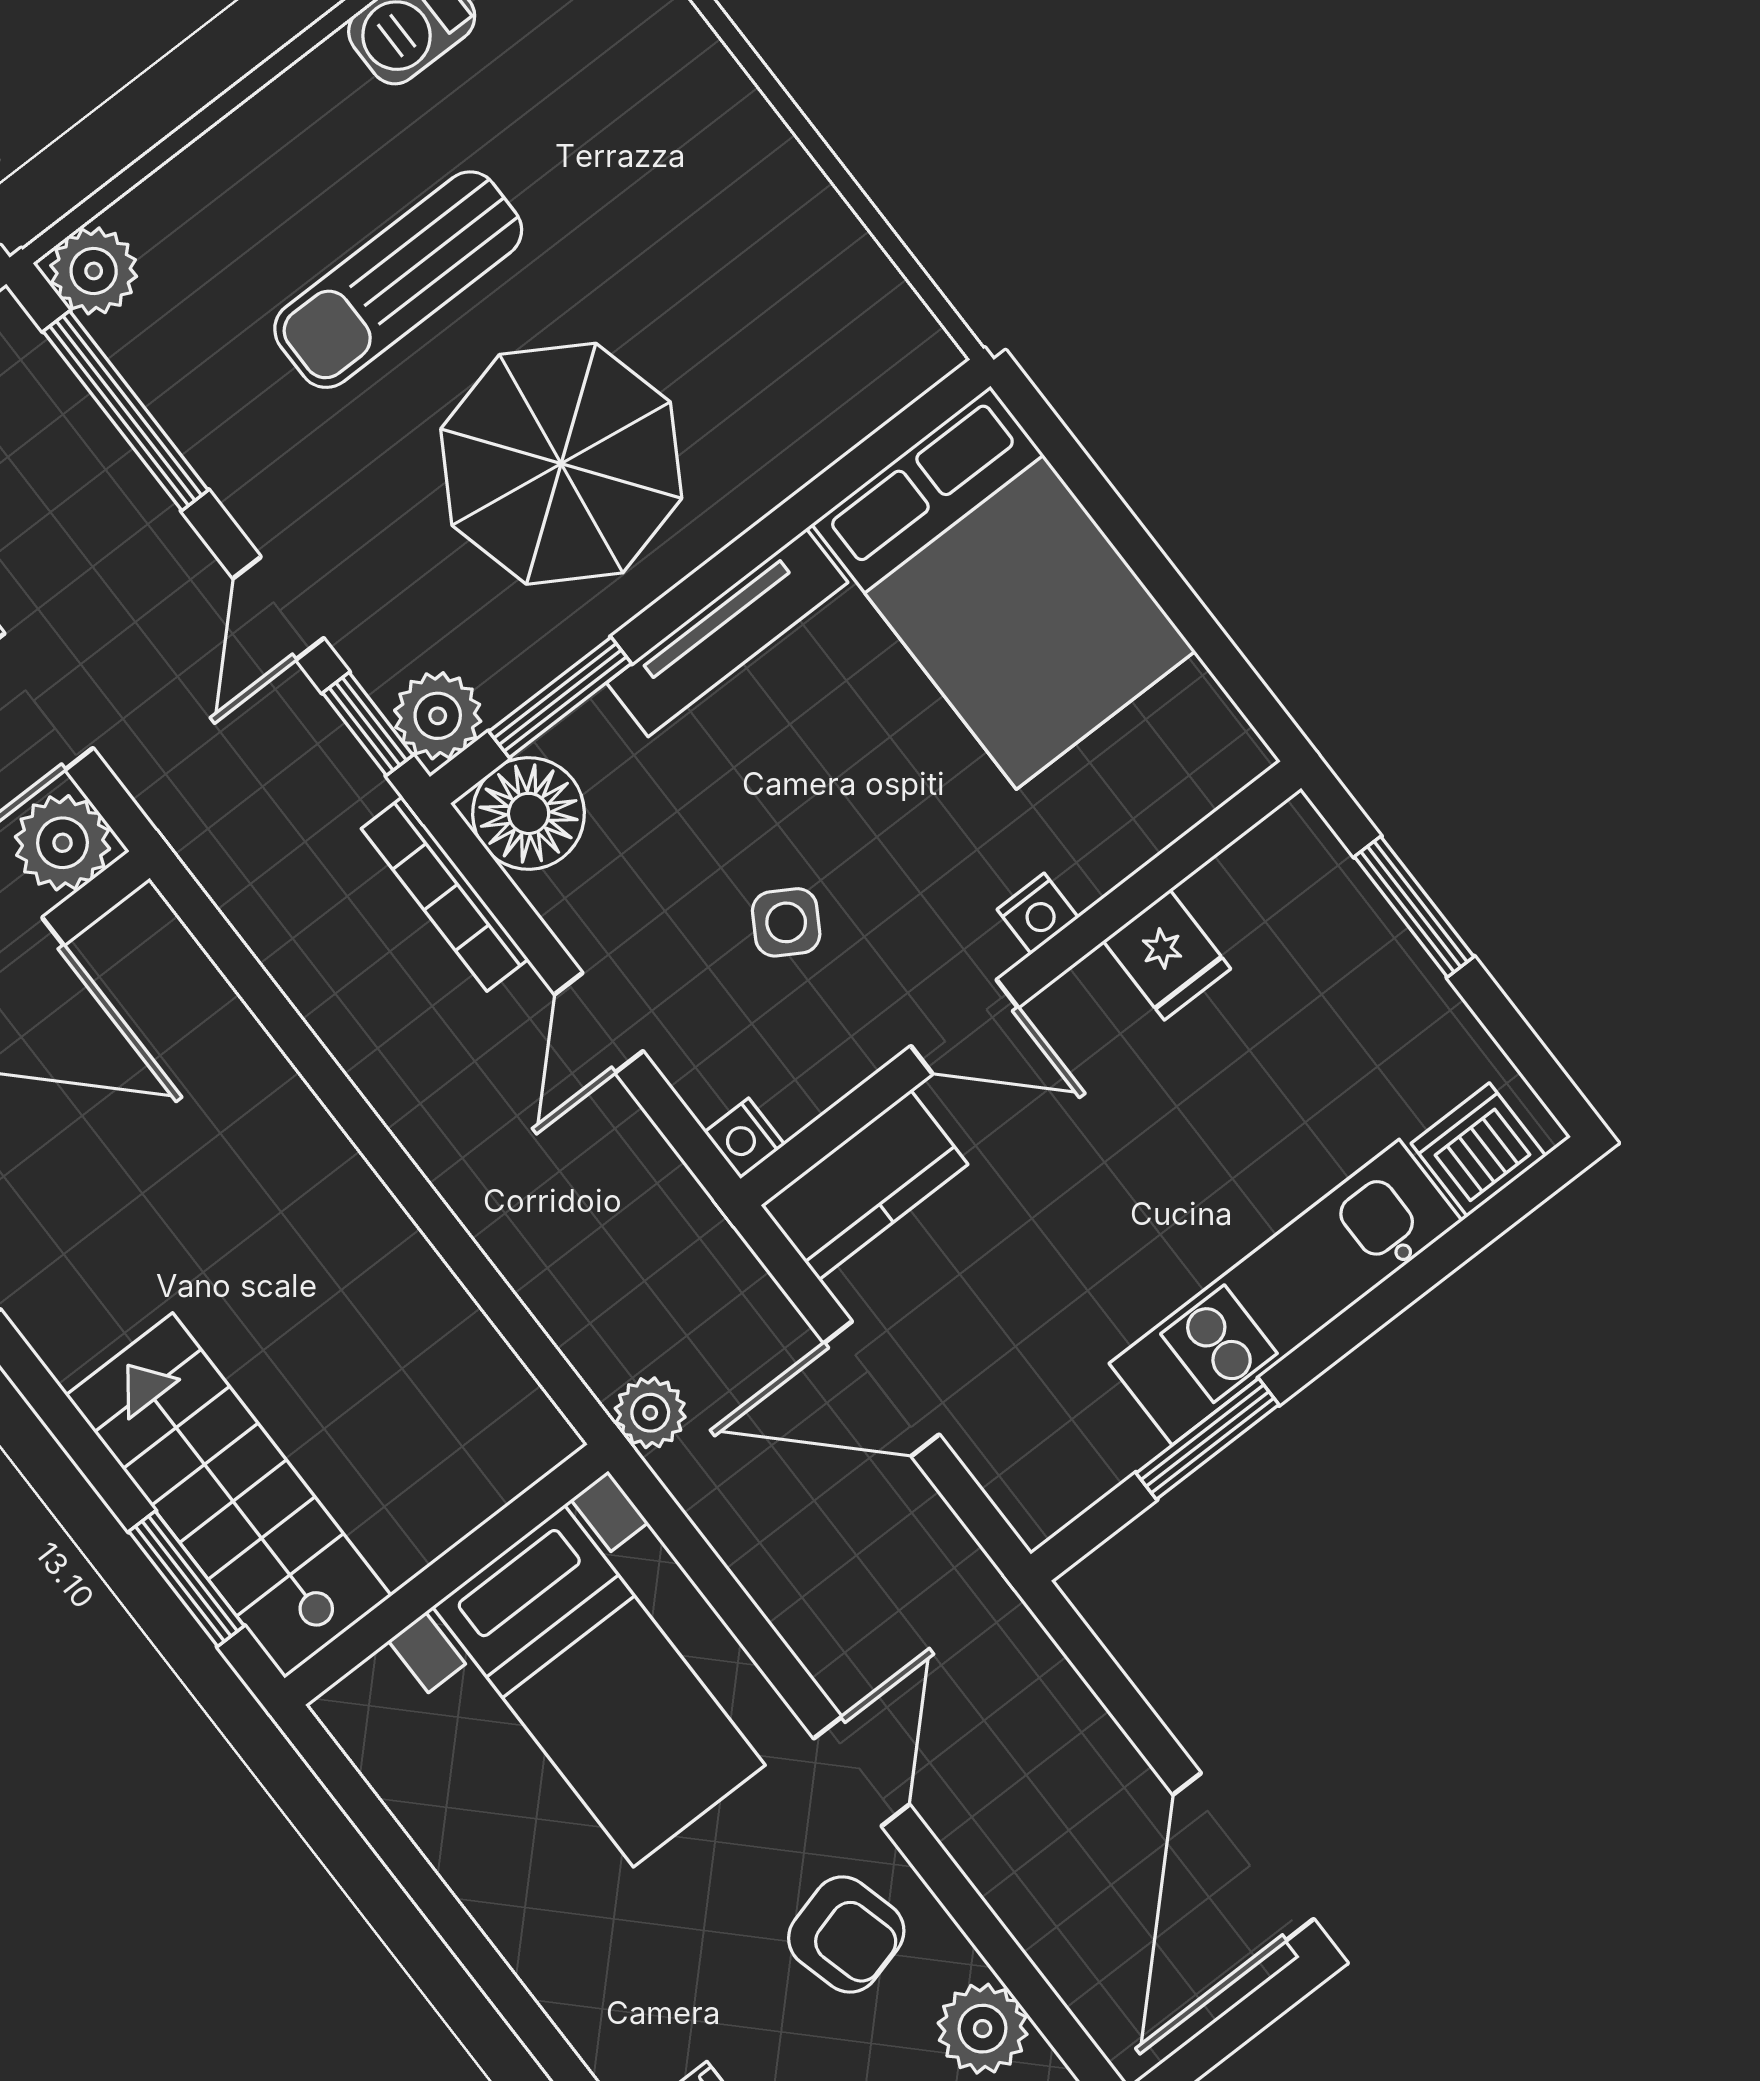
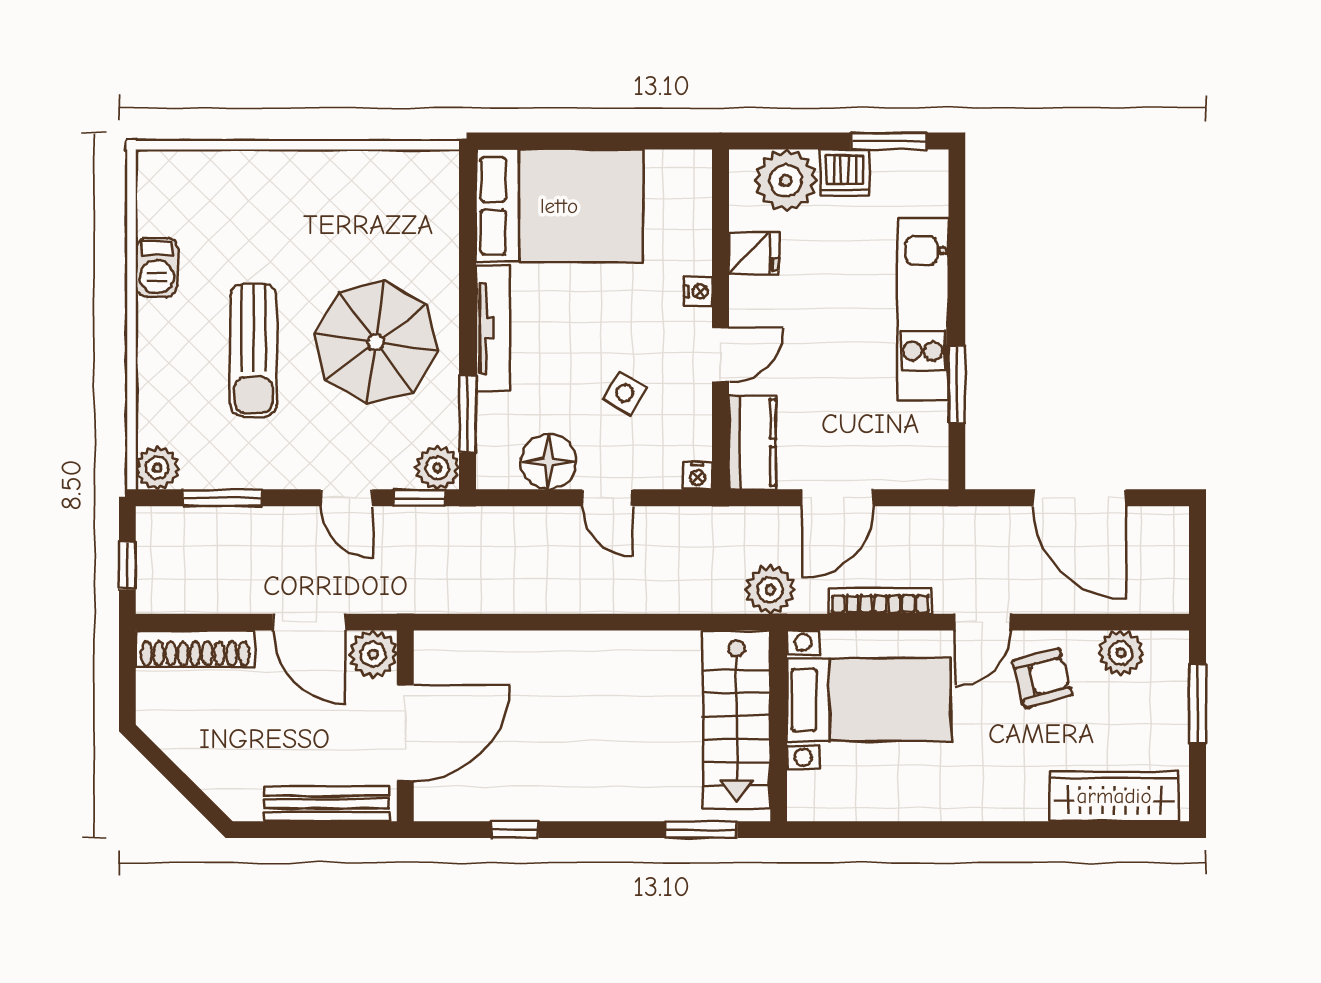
window: (126, 411) -> (222, 498), width x0.69
floor lamp: (529, 813) -> (549, 462), moved
bookcase: (445, 894) -> (880, 601), moved, turned 180
window: (1414, 907) -> (889, 141), moved
plant: (1321, 916) -> (786, 180), added
dishwasher: (1479, 1150) -> (845, 172), moved, turned -90
plant: (650, 1413) -> (770, 590), width x1.38, depth x1.38
stairs: (229, 1496) -> (737, 720), moved, turned -90
door: (862, 1771) -> (983, 622), swing flipped
door: (1243, 1857) -> (1079, 498), moved

